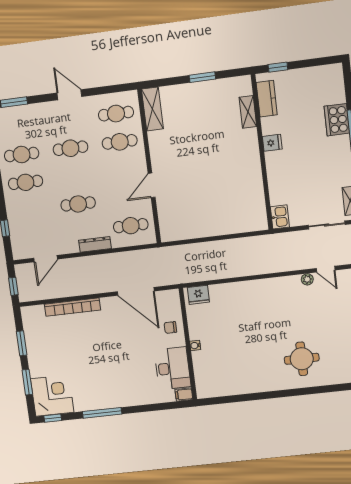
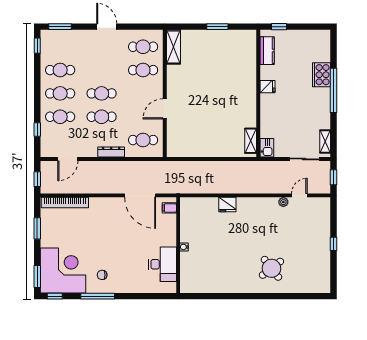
shelving: (248, 112) -> (251, 141), moved
cafe table: (70, 148) -> (102, 93), moved
cafe table: (29, 210) -> (60, 117), added
door: (326, 269) -> (299, 195), swing flipped
fridge: (198, 295) -> (227, 205), moved
bookcase: (72, 307) -> (65, 203), moved
chair: (170, 327) -> (102, 275), moved
round table: (302, 359) -> (271, 268), turned -38
window: (27, 382) -> (37, 276), moved
filing cabinet: (184, 395) -> (169, 208), moved
corner desk: (52, 396) -> (63, 270), width x1.36, depth x1.36

